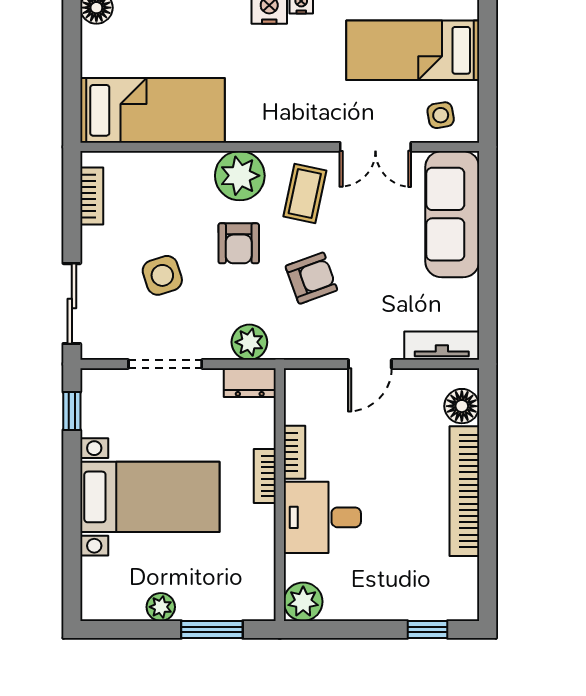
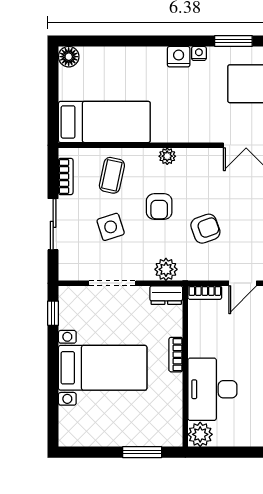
plant: (240, 176) -> (167, 156), width x0.53, depth x0.53
coffee table: (305, 194) -> (112, 175), moved
sliding door: (72, 304) -> (53, 224), moved
bookcase: (294, 452) -> (205, 293), moved, turned 90
desk: (322, 517) -> (212, 389), width x1.37
plant: (161, 607) -> (110, 438), removed

